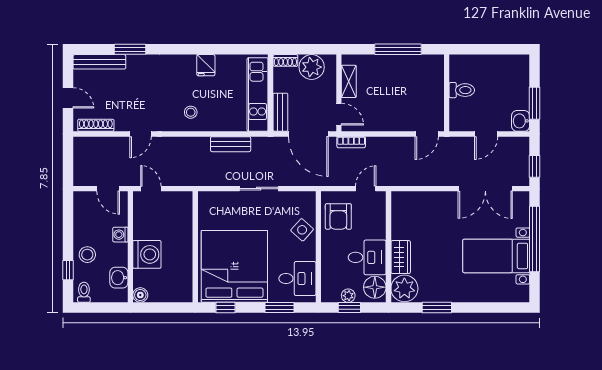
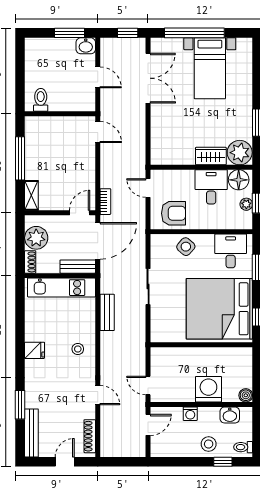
fridge: (206, 65) -> (35, 350), moved
shelving: (349, 81) -> (31, 195), moved, turned 90
toilet: (462, 90) -> (41, 100), moved
door: (151, 189) -> (148, 386), hinge flipped

